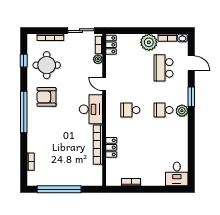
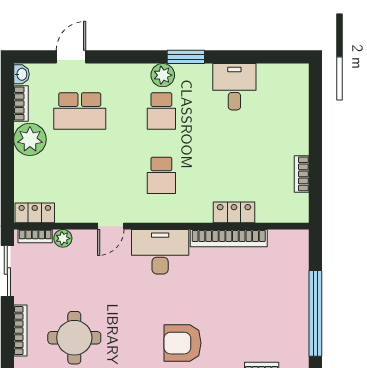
armchair: (46, 97) -> (183, 343), moved, turned 90
window: (191, 97) -> (186, 57), moved
desk: (177, 174) -> (234, 87), moved, turned -90

